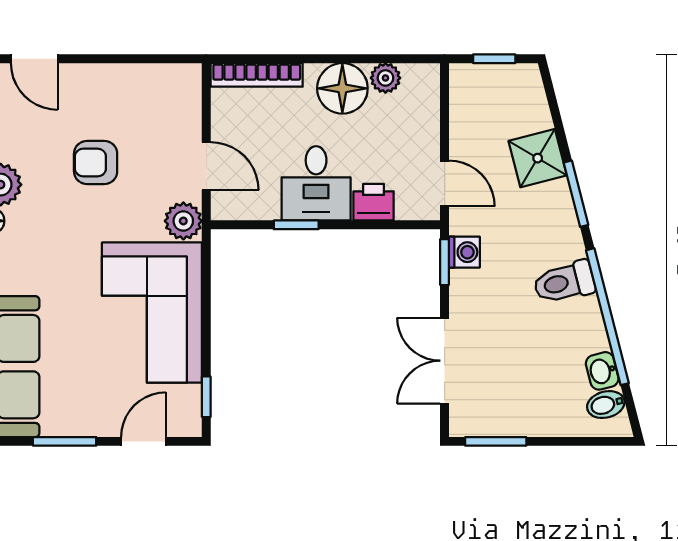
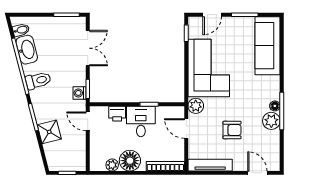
tv unit: (149, 78) -> (210, 165), added
washbasin: (602, 371) -> (27, 50), width x1.91, depth x1.45

